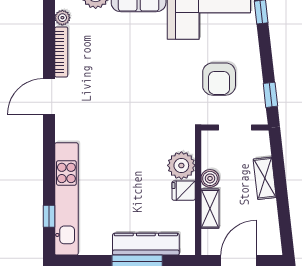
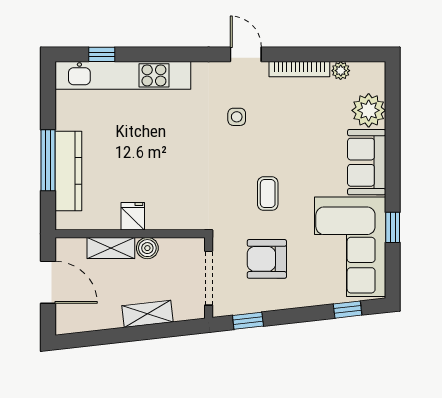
coffee table: (165, 78) -> (268, 194), added
door: (49, 97) -> (246, 54), width x0.73
side table: (101, 104) -> (237, 117), added
doorway: (235, 127) -> (209, 278), width x1.38
plant: (181, 165) -> (163, 214), removed

